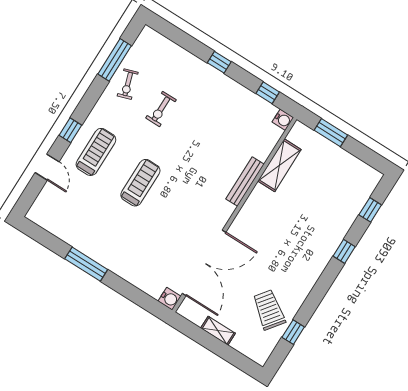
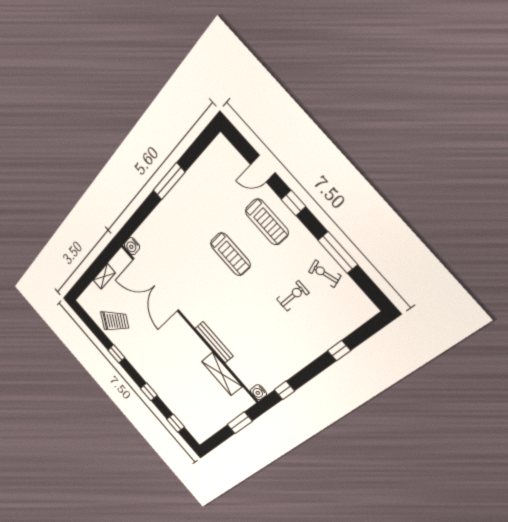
window: (115, 60) -> (338, 253), moved
window: (219, 62) -> (339, 351), moved
exercise bike: (161, 109) -> (293, 296), turned 90
window: (293, 332) -> (116, 354), moved

